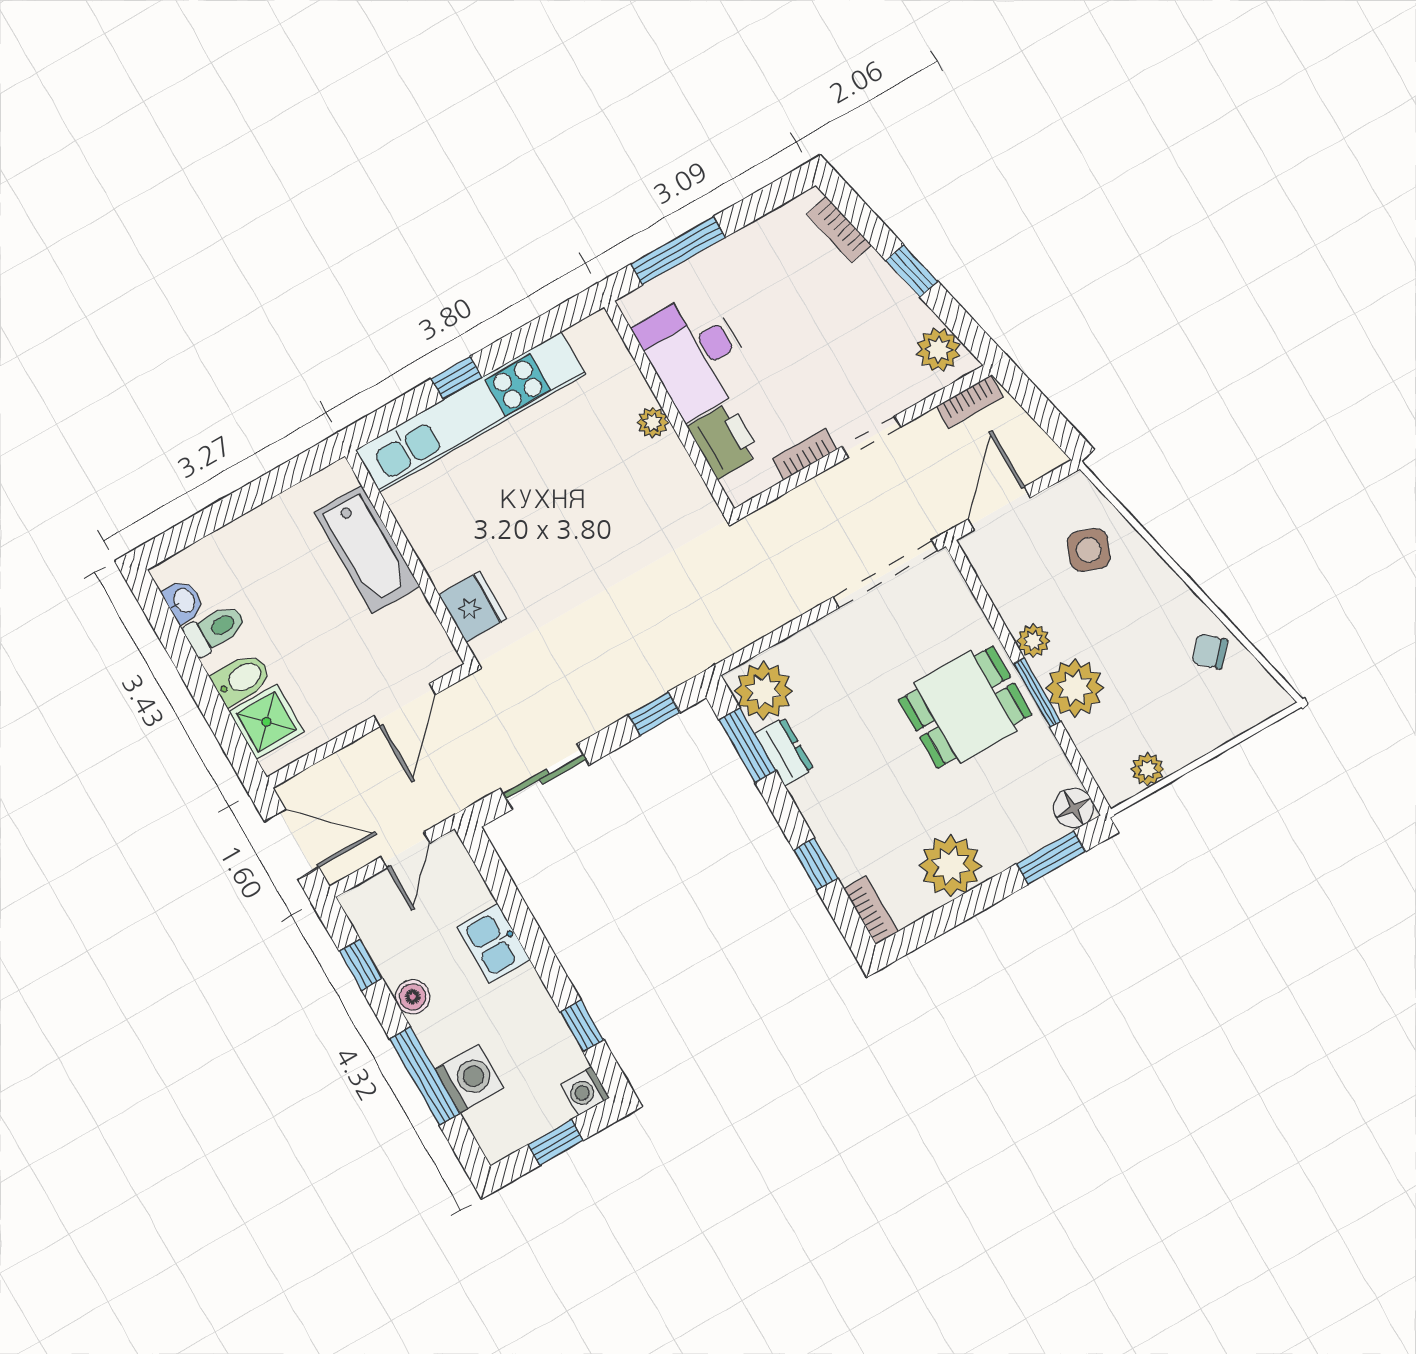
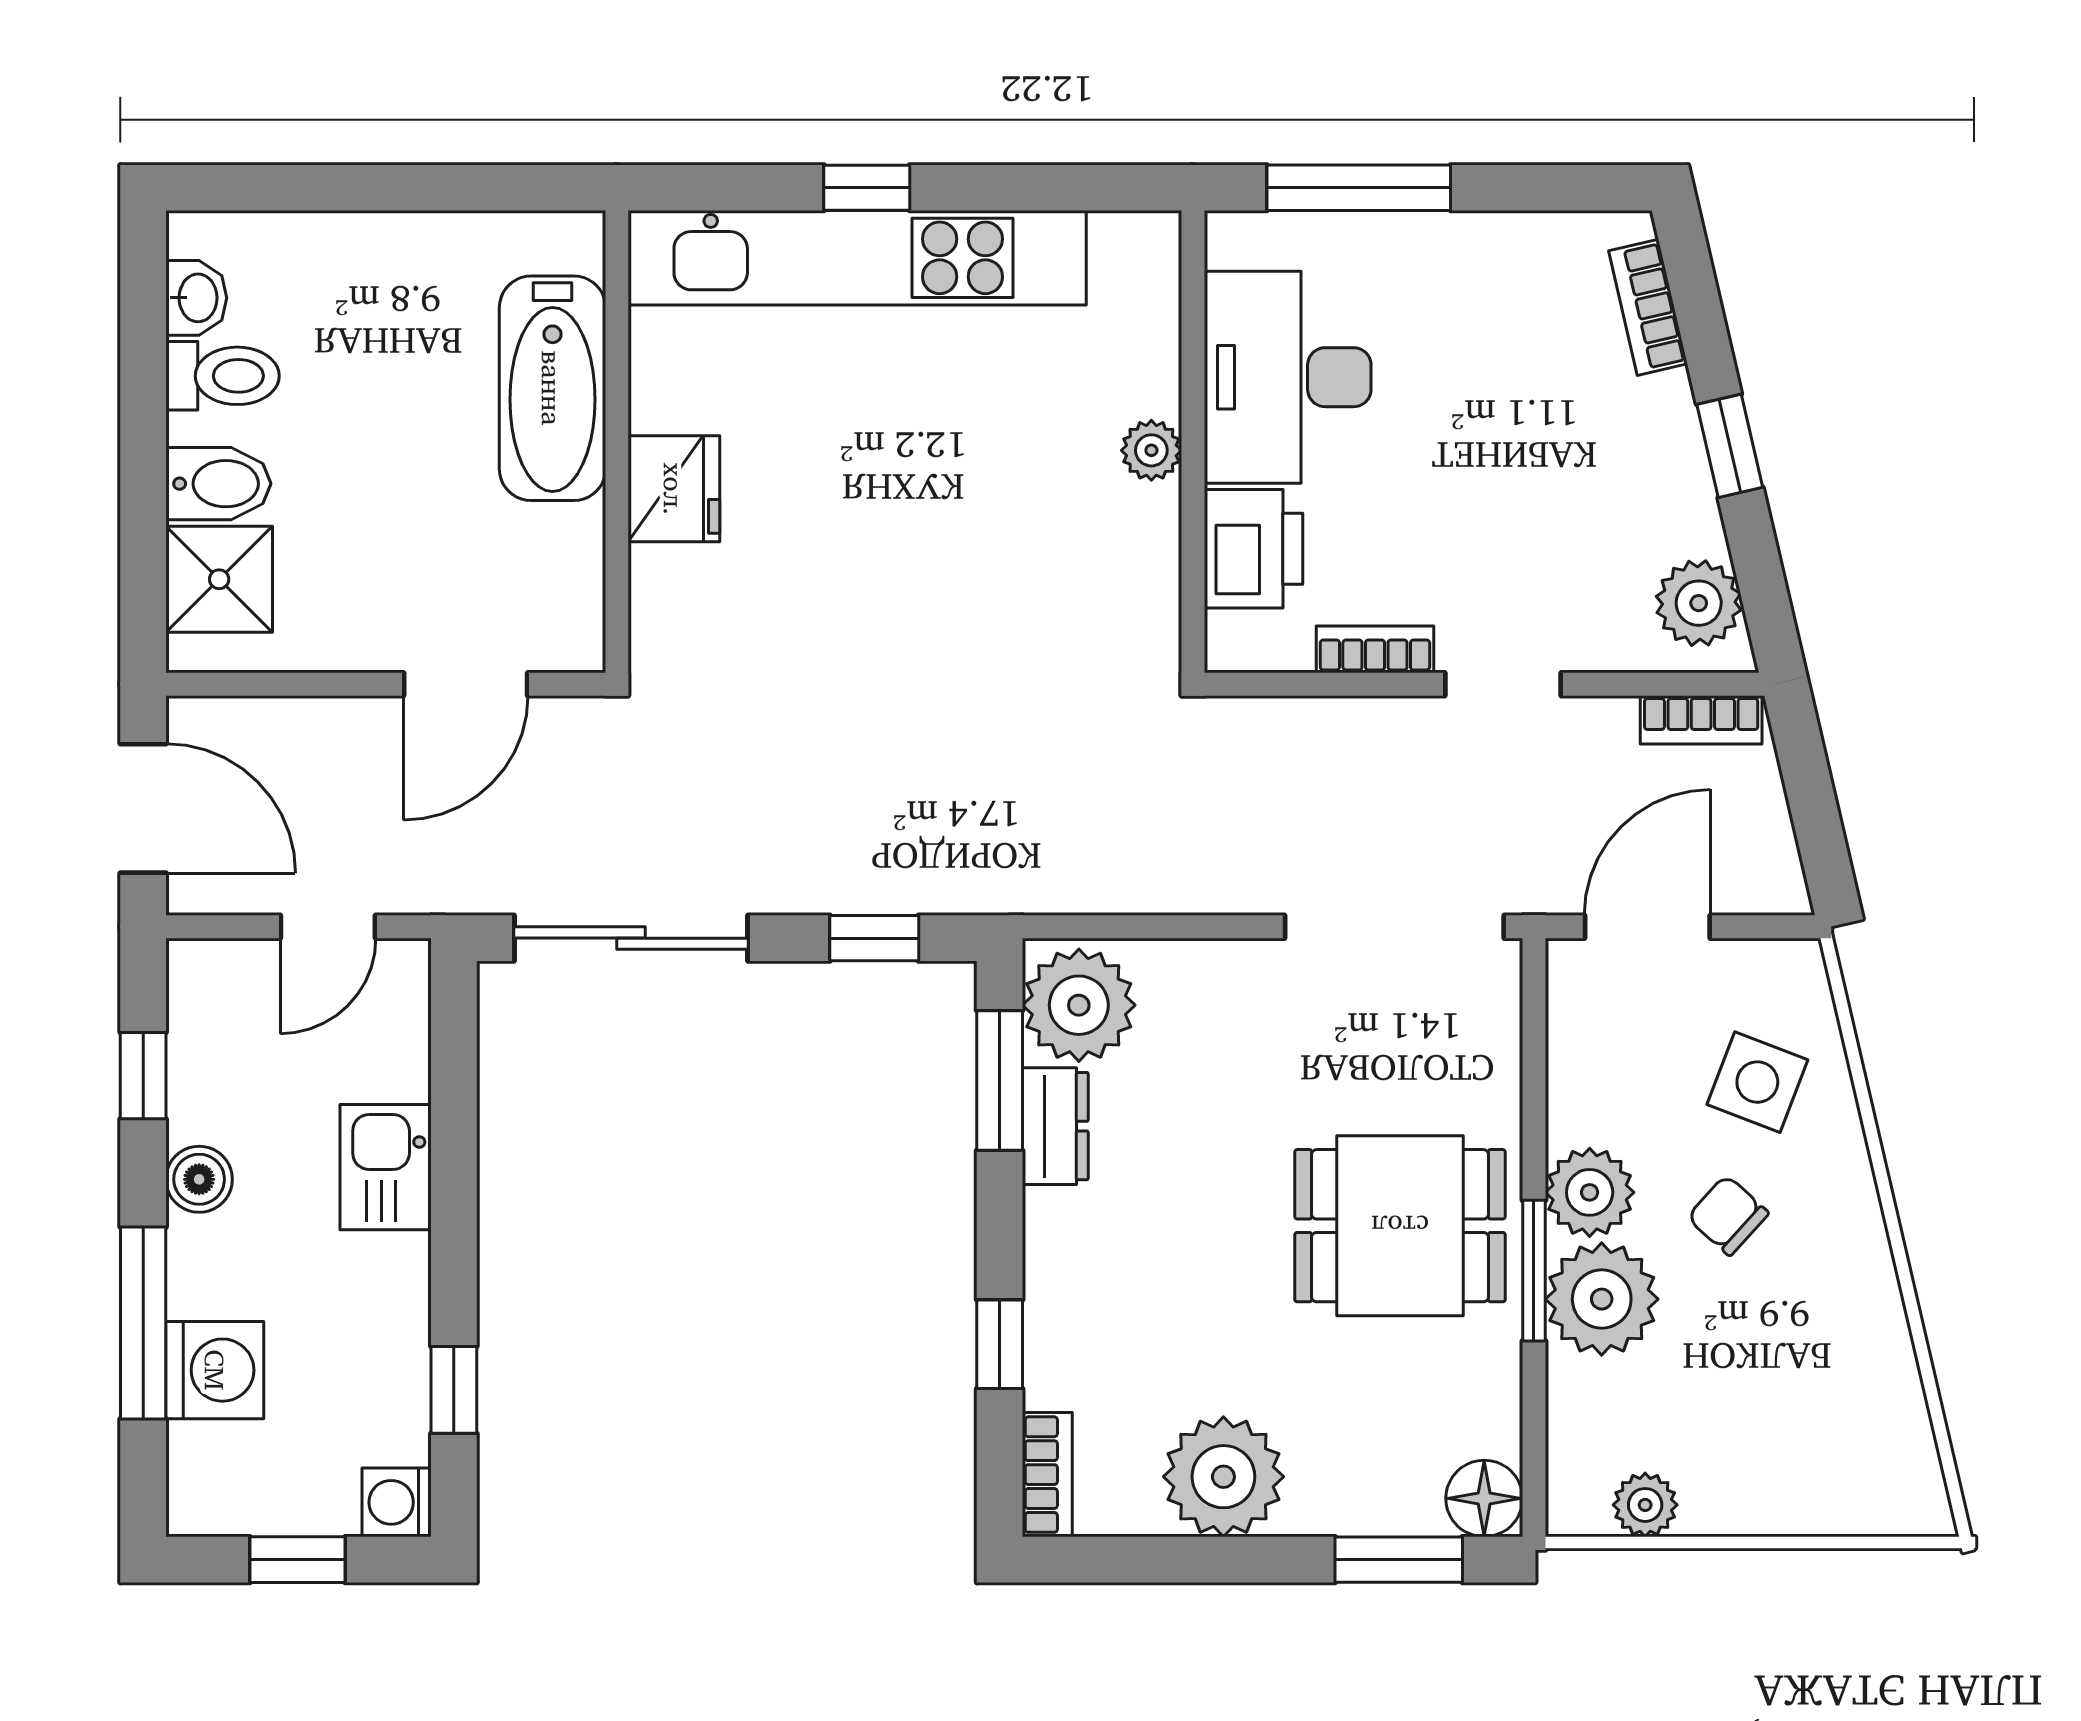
fridge: (473, 607) -> (674, 489), moved
plant: (1033, 641) -> (1590, 1192), width x1.38, depth x1.38
chair: (1210, 651) -> (1728, 1215), moved
sliding door: (545, 777) -> (631, 938), width x1.37

